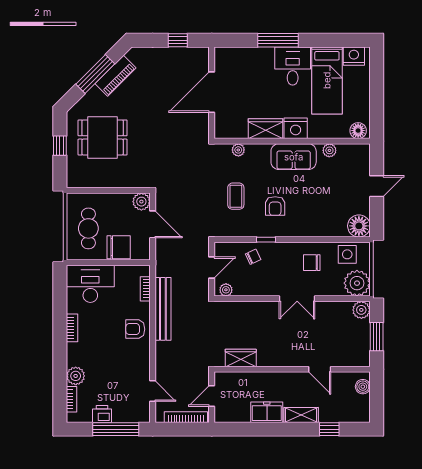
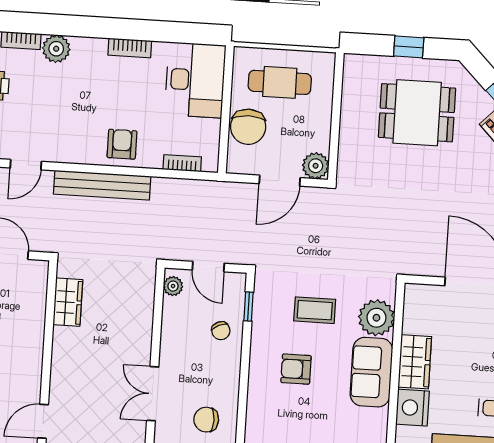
dining table: (103, 137) -> (417, 113), turned 90
plant: (238, 150) -> (376, 318), width x1.88, depth x1.88
sofa: (294, 157) -> (371, 372), moved
window: (266, 240) -> (249, 307), moved
chair: (312, 263) -> (206, 420), turned -90
bench: (163, 309) -> (102, 185), moved

